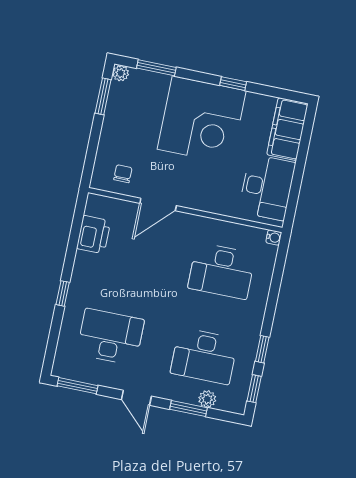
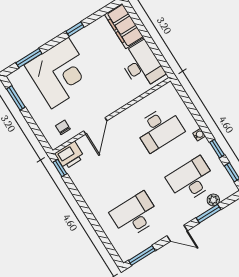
plant: (121, 73) -> (14, 78), removed
corner desk: (202, 120) -> (60, 73), moved
printer: (94, 235) -> (69, 155), moved, turned 90
water cooler: (274, 237) -> (199, 135), moved
window: (63, 293) -> (60, 168), moved
desk: (204, 356) -> (191, 180), turned 180

